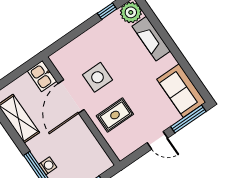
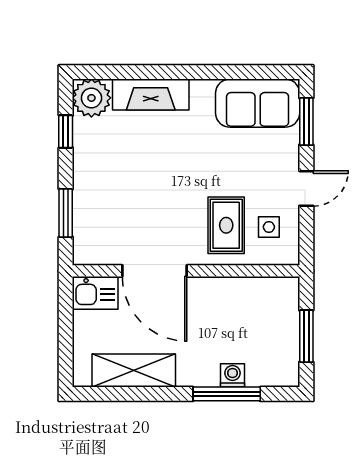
window: (70, 37) -> (66, 213), added
side table: (98, 77) -> (269, 227), moved, width x0.54, depth x0.54
window: (188, 119) -> (306, 121), width x0.69

